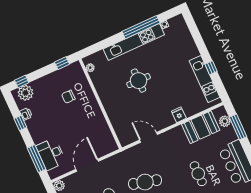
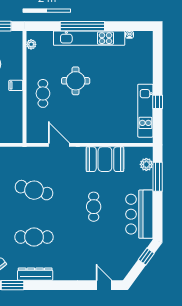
window: (141, 27) -> (82, 26), moved
cafe table: (117, 102) -> (43, 93), added
filing cabinet: (93, 106) -> (16, 85), added
fridge: (179, 115) -> (101, 136), removed
booth: (201, 127) -> (105, 159), moved

